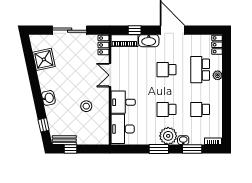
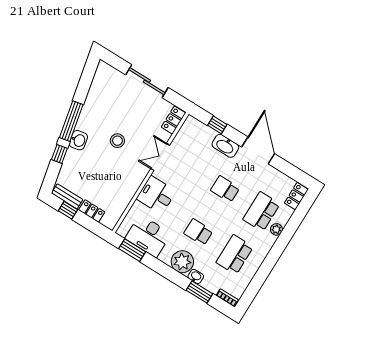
piano: (124, 41) -> (199, 129), removed
shower: (44, 59) -> (99, 95), removed
window: (36, 88) -> (71, 121), added
stool: (86, 106) -> (117, 141), moved
school desk: (200, 109) -> (235, 255), width x1.85
window: (44, 125) -> (59, 154), moved
desk: (123, 129) -> (148, 236), moved, turned -90
locker: (87, 140) -> (92, 211), added
window: (159, 149) -> (132, 250), moved

